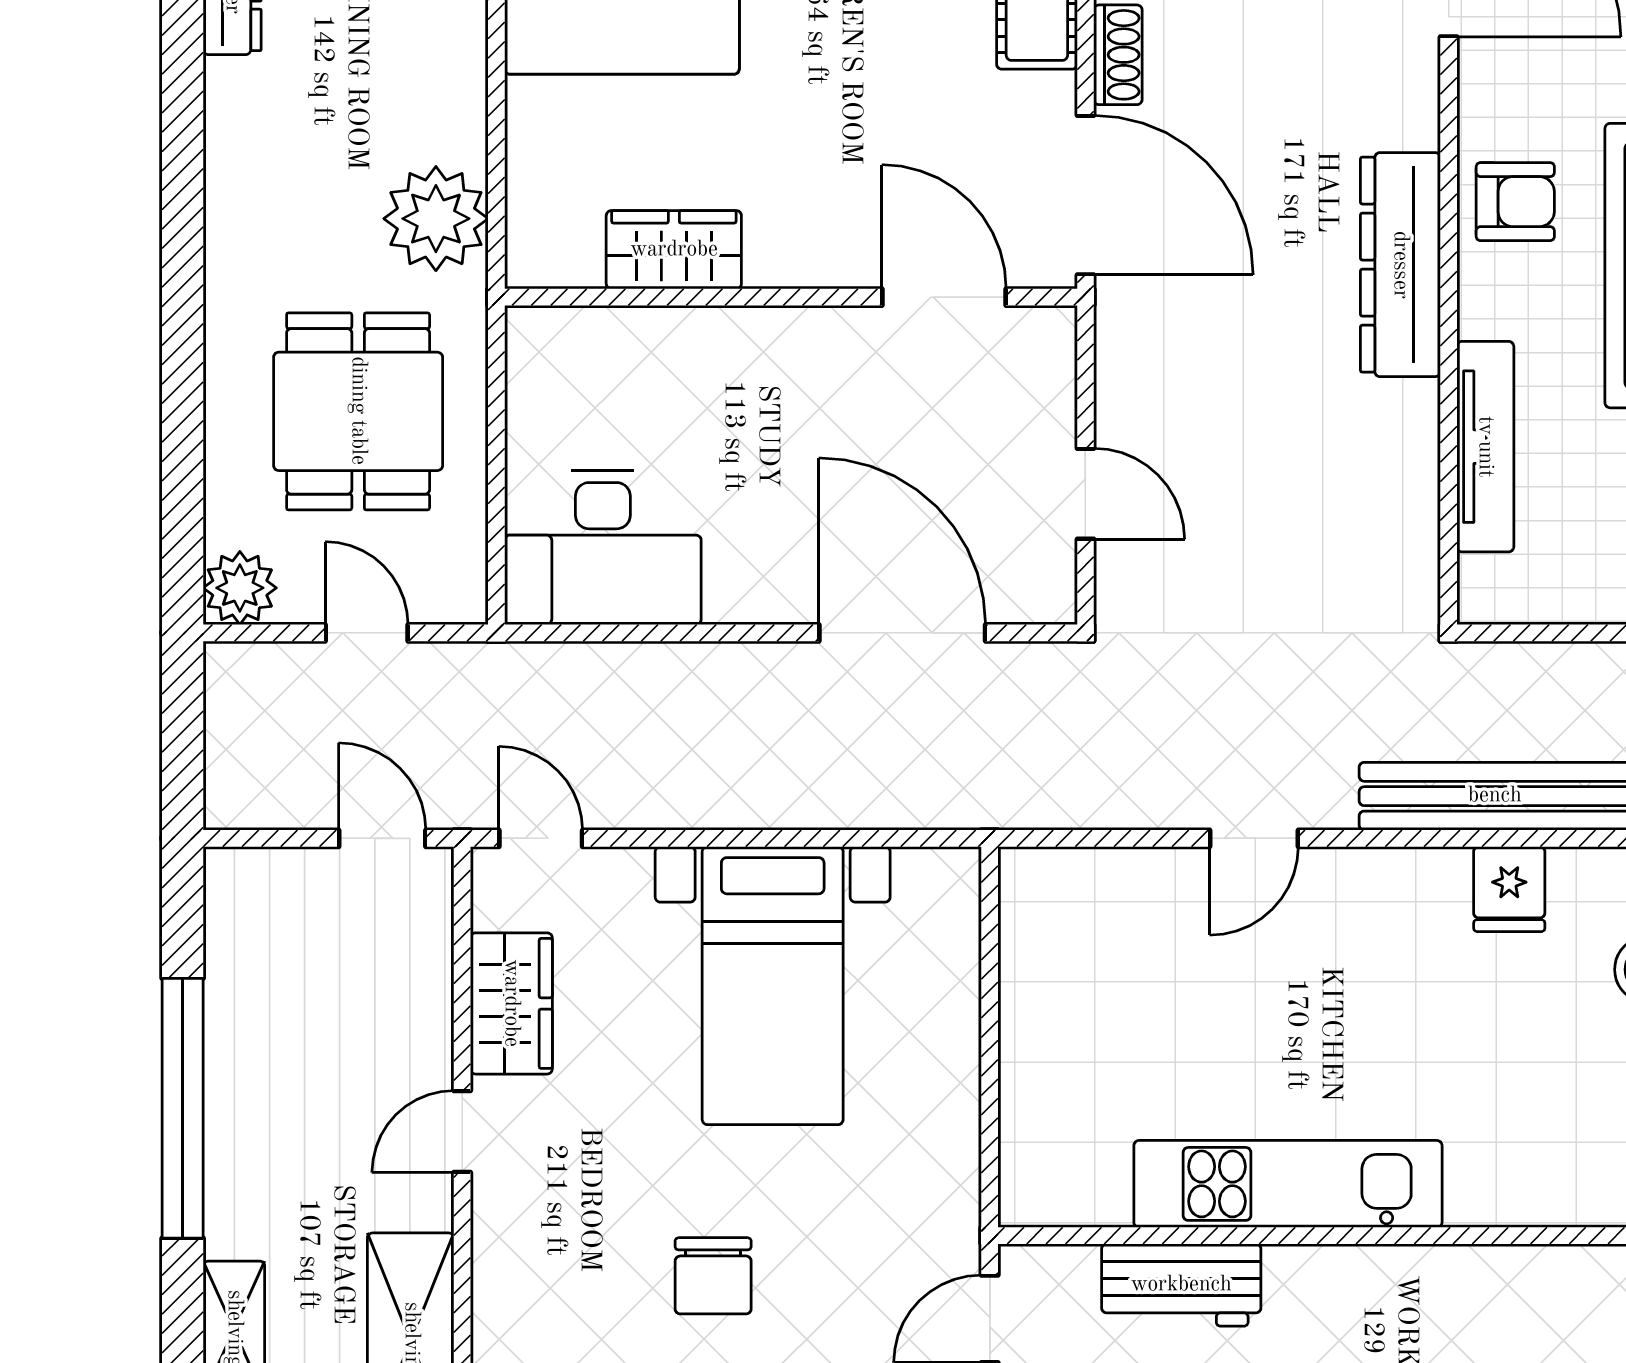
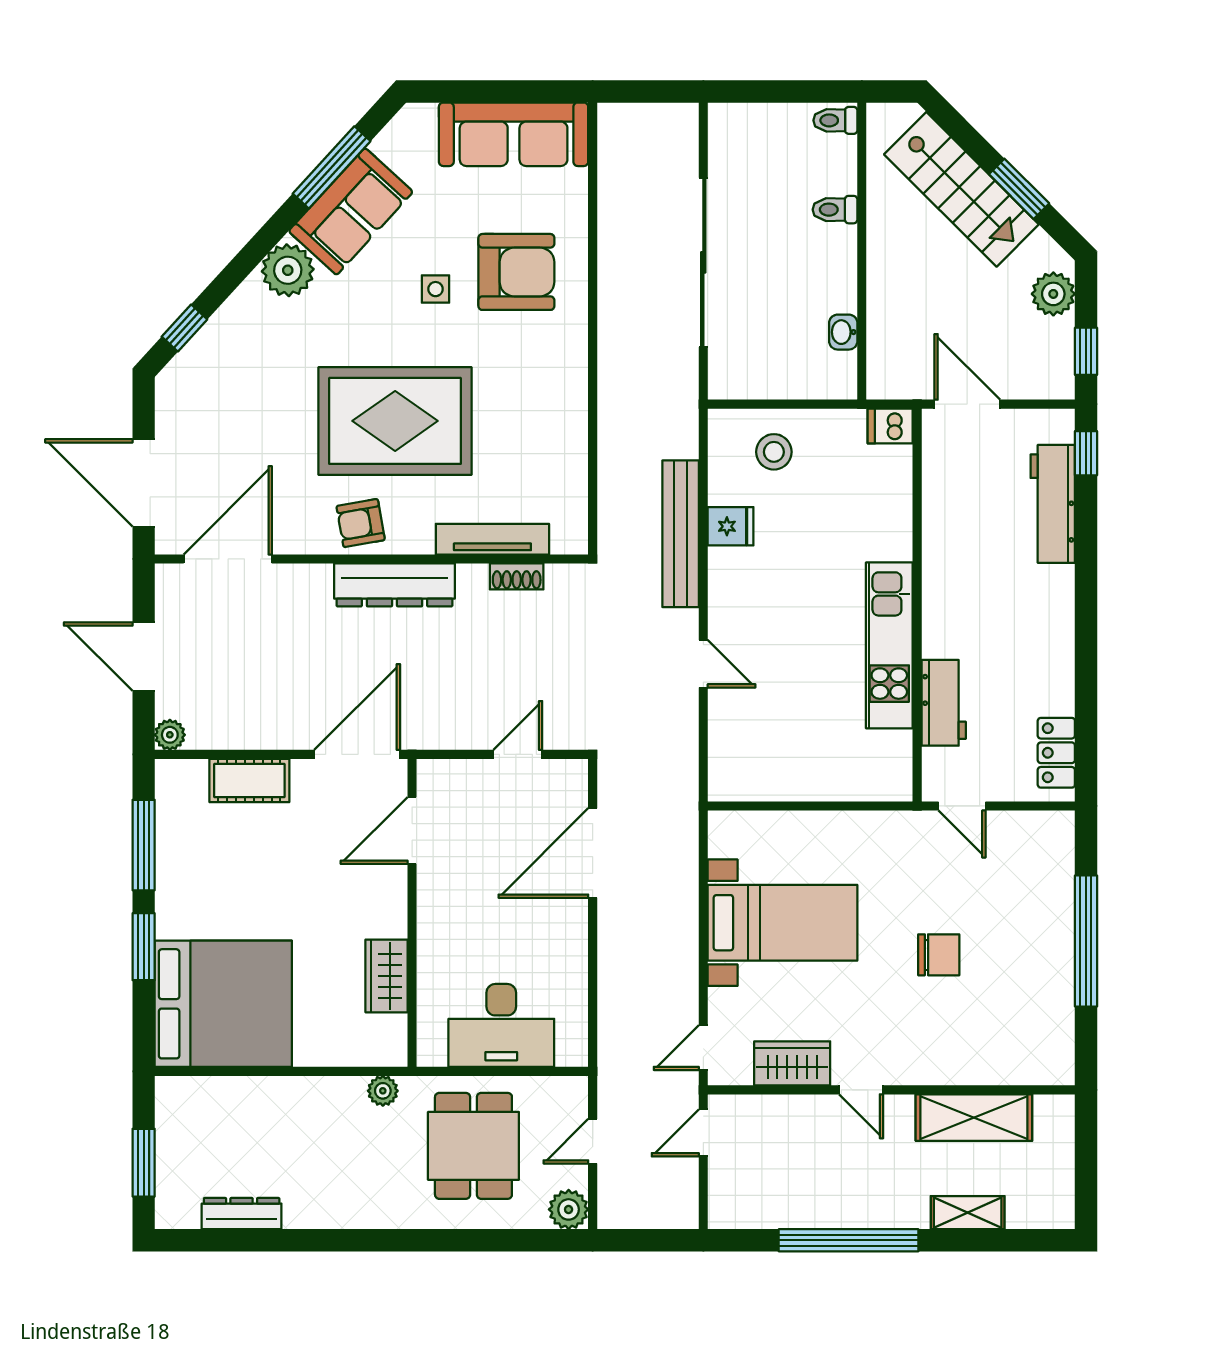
shoe rack: (1118, 55) -> (517, 576), moved, turned 180
armchair: (1515, 202) -> (361, 523), turned -100
plant: (436, 219) -> (383, 1091), width x0.53, depth x0.53
dining table: (358, 411) -> (473, 1146), turned 90
desk: (603, 547) -> (501, 1025), moved, turned 90

